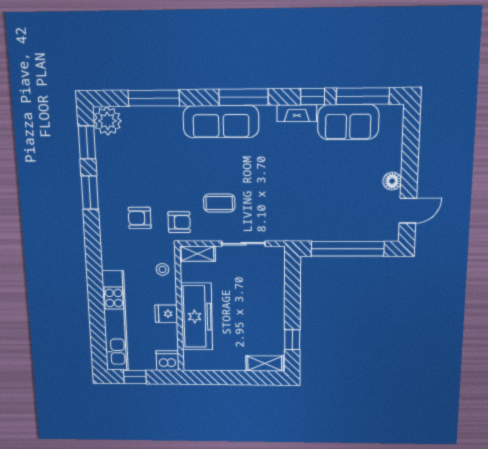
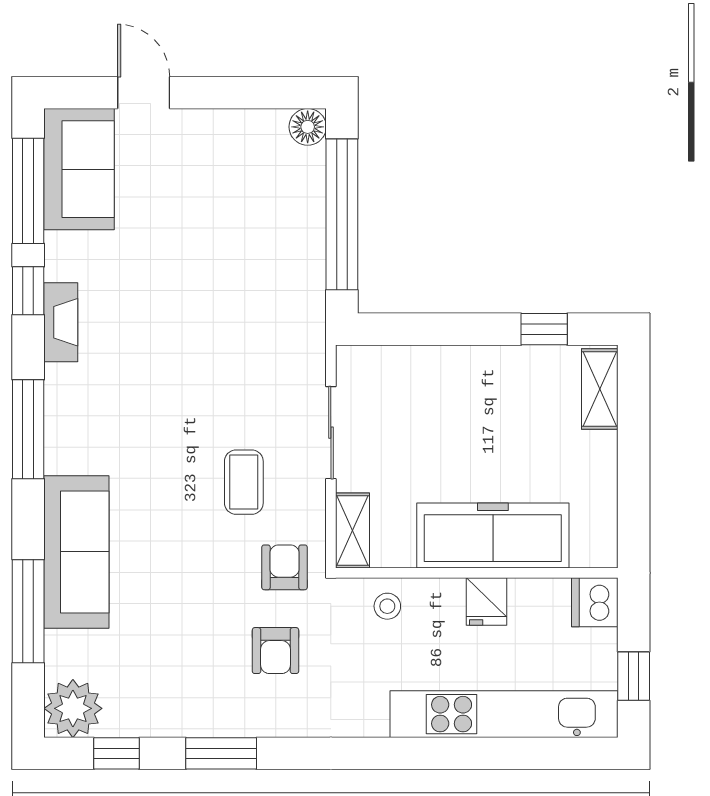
sofa: (221, 122) -> (76, 552), moved
sofa: (348, 122) -> (79, 169), moved
window: (87, 142) -> (117, 753), width x0.67
floor lamp: (392, 181) -> (308, 127), moved
door: (408, 211) -> (144, 93), moved

